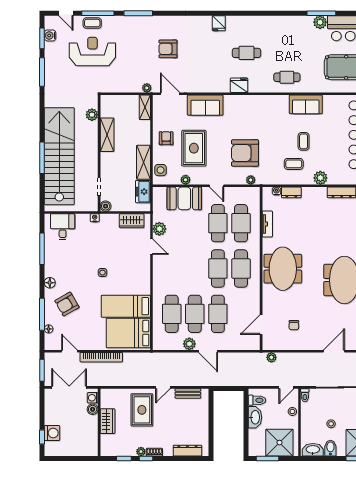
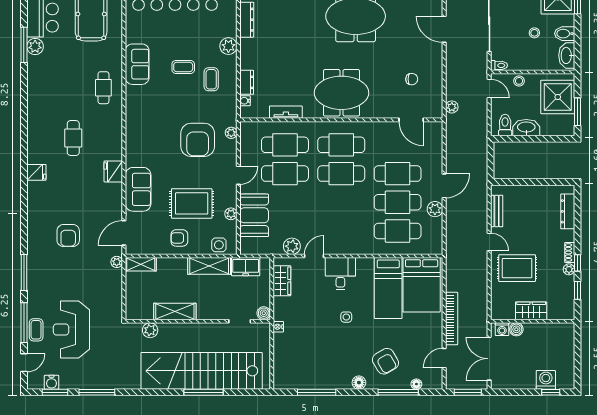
fridge: (239, 85) -> (113, 171), moved
desk: (63, 227) -> (340, 274), moved, turned 90

